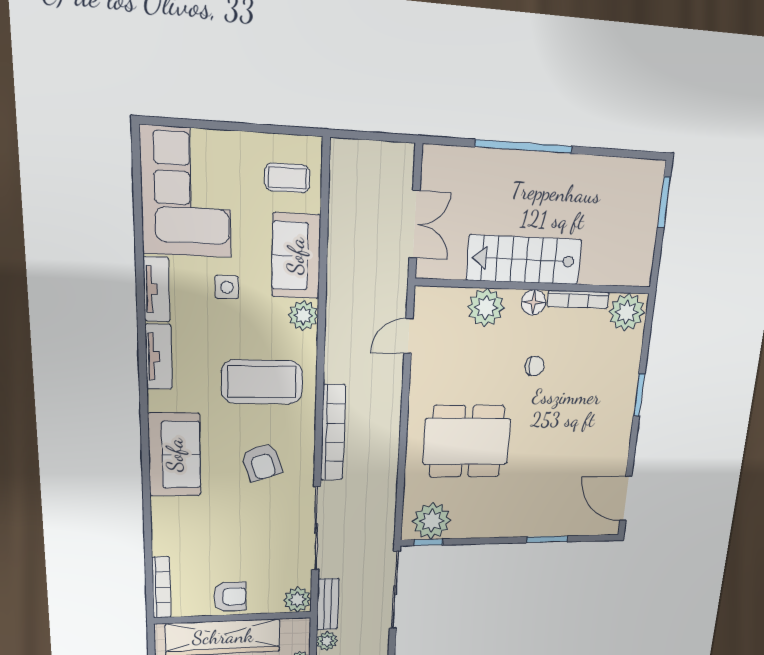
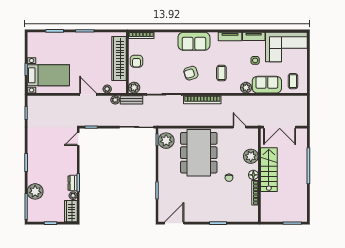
double door: (415, 224) -> (280, 127), width x1.37
plant: (627, 312) -> (251, 213), removed
coffee table: (262, 382) -> (221, 73), width x0.54, depth x0.58
dining table: (467, 442) -> (199, 153), width x1.36, depth x1.24

